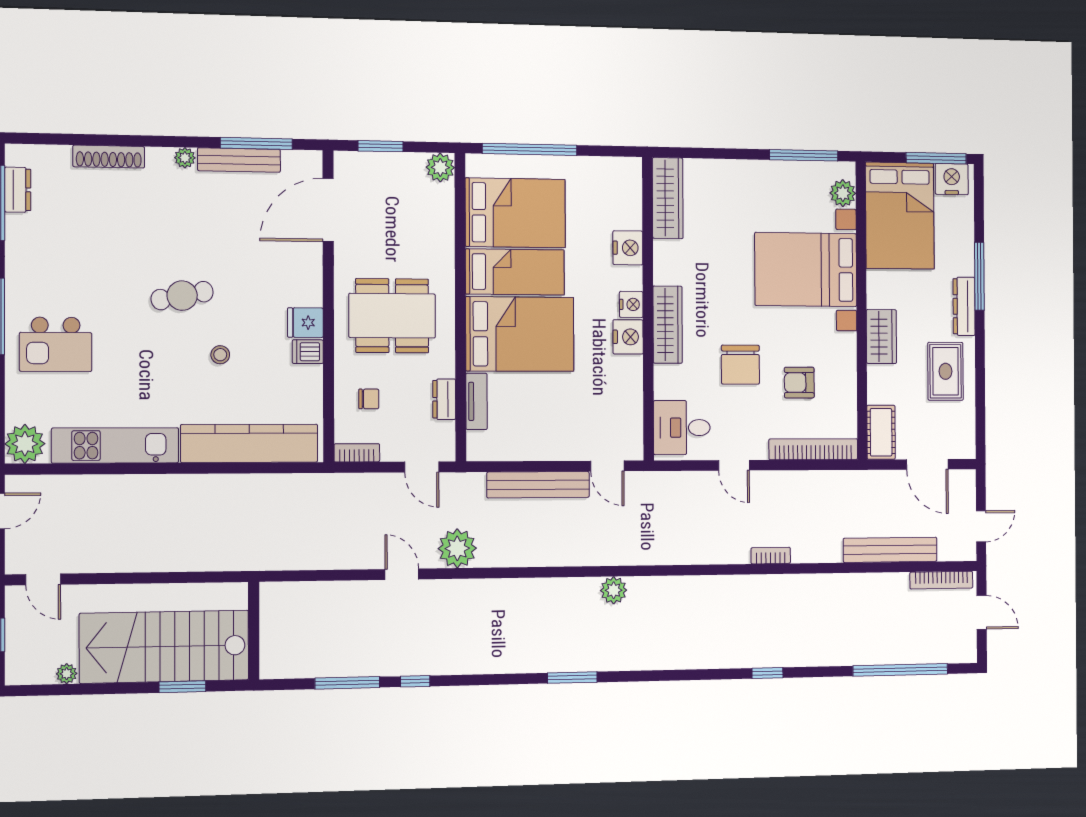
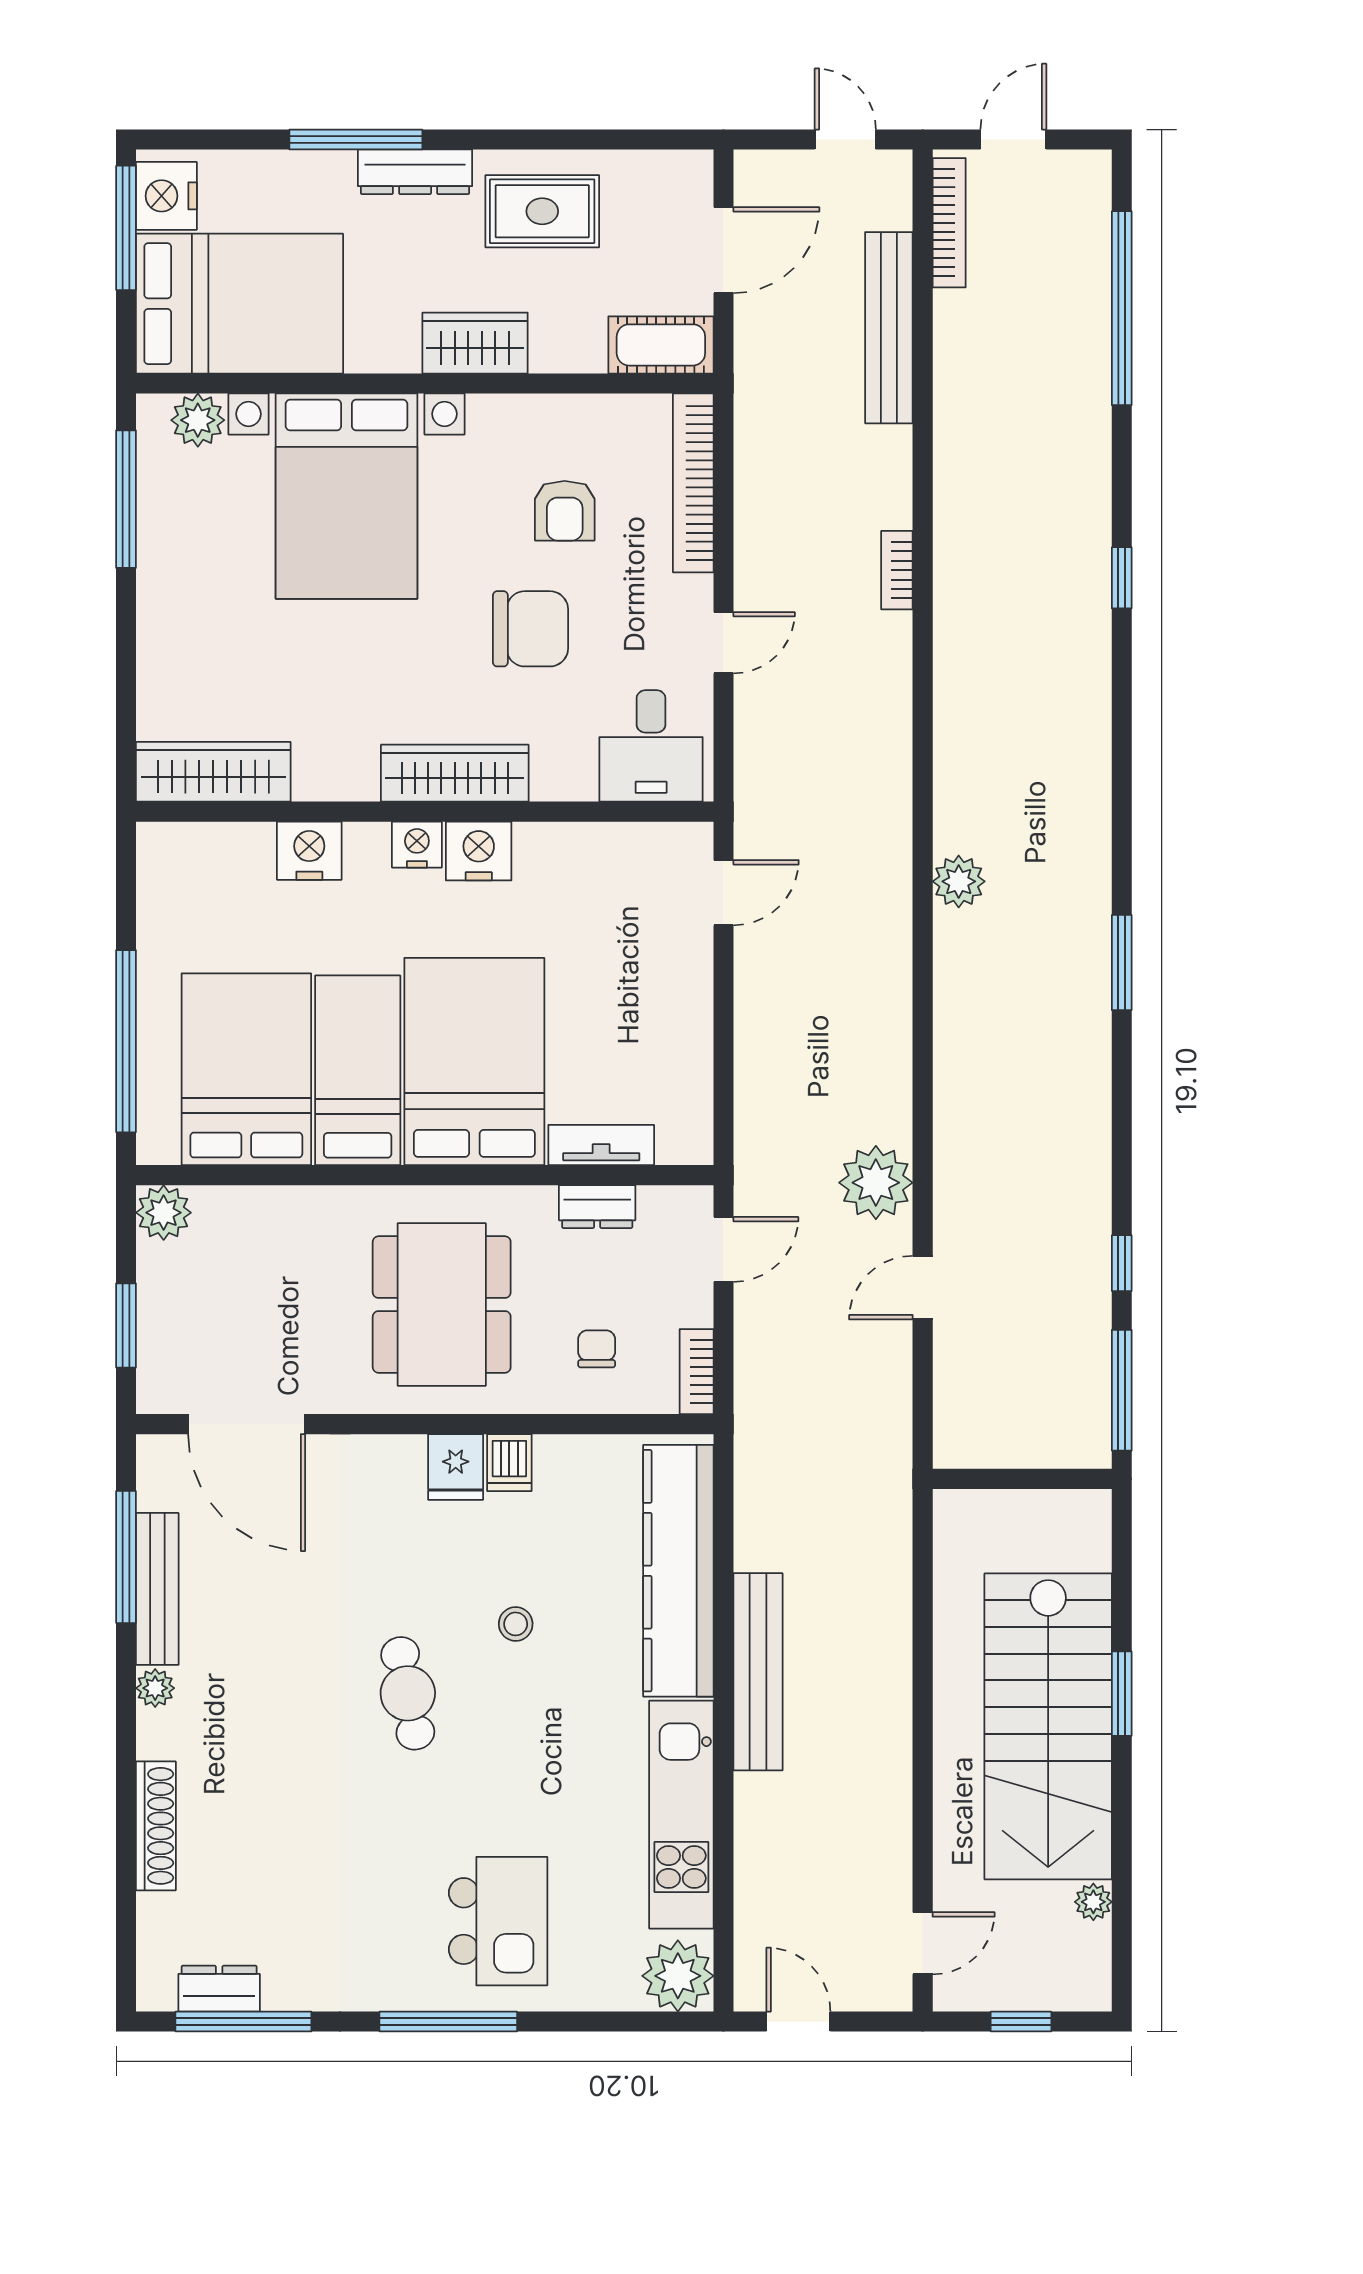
bench: (538, 485) -> (758, 1672), moved
wall: (254, 631) -> (1022, 1479), moved

